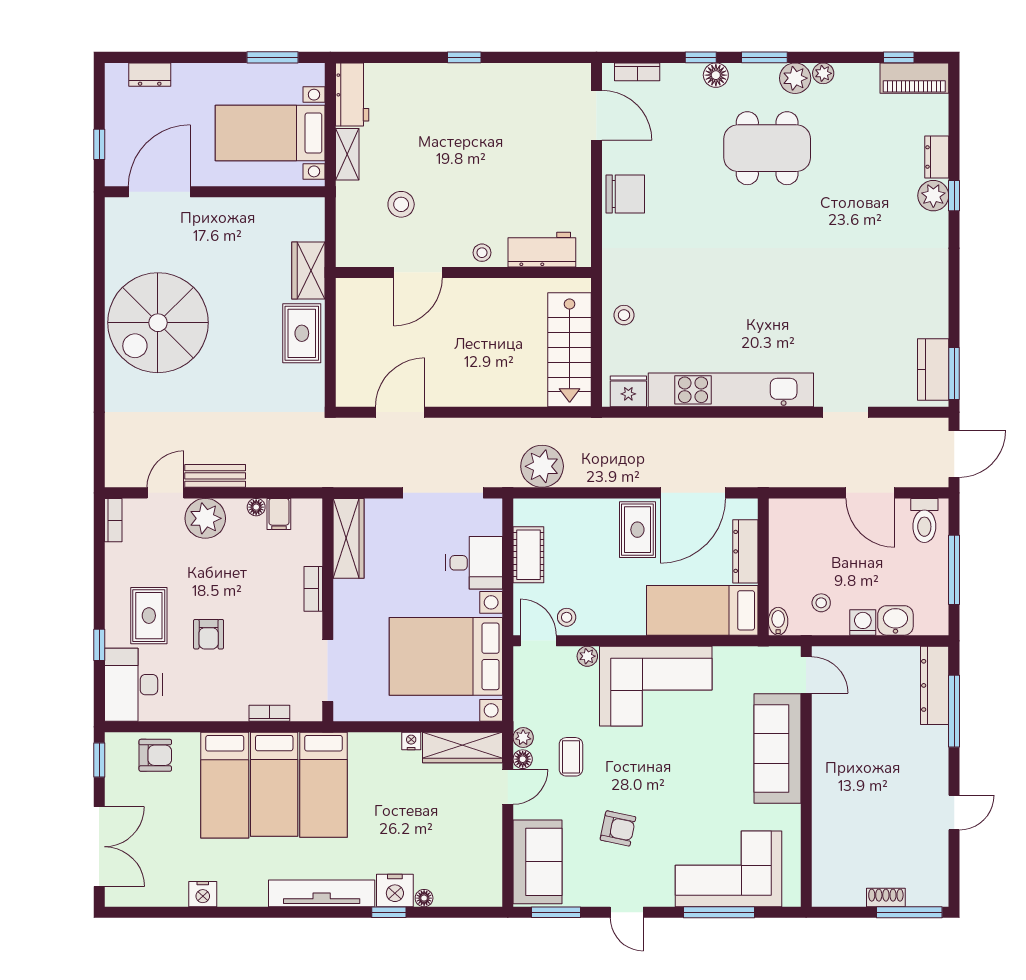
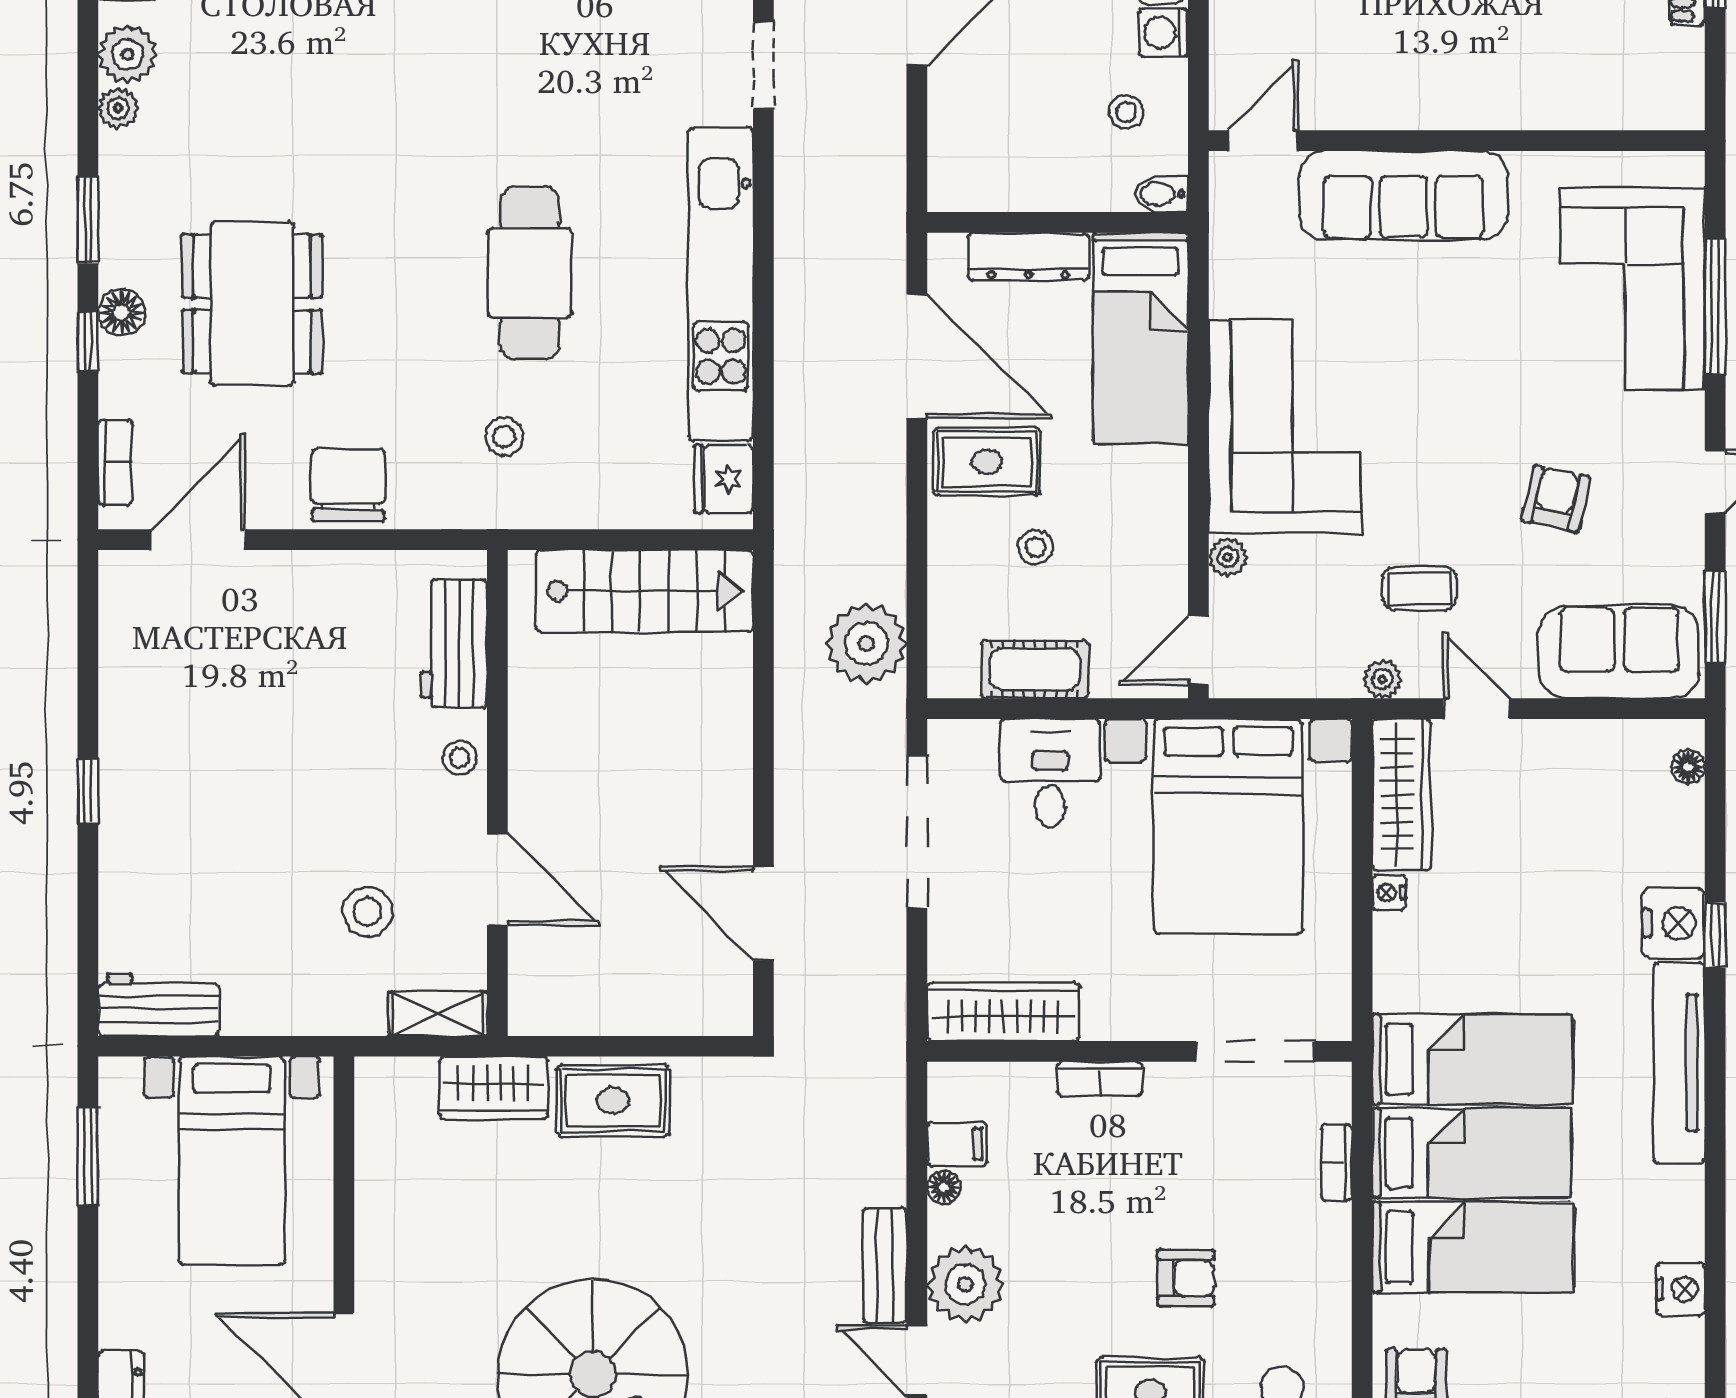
plant: (795, 78) -> (128, 55), moved
dining table: (767, 148) -> (252, 304), moved
shelving: (347, 154) -> (438, 1014), moved
cafe table: (737, 289) -> (530, 273), added
stool: (624, 315) -> (504, 437), moved
stool: (567, 617) -> (1036, 547), moved
floor lamp: (523, 759) -> (1424, 680), removed
floor lamp: (424, 898) -> (1688, 767), moved

